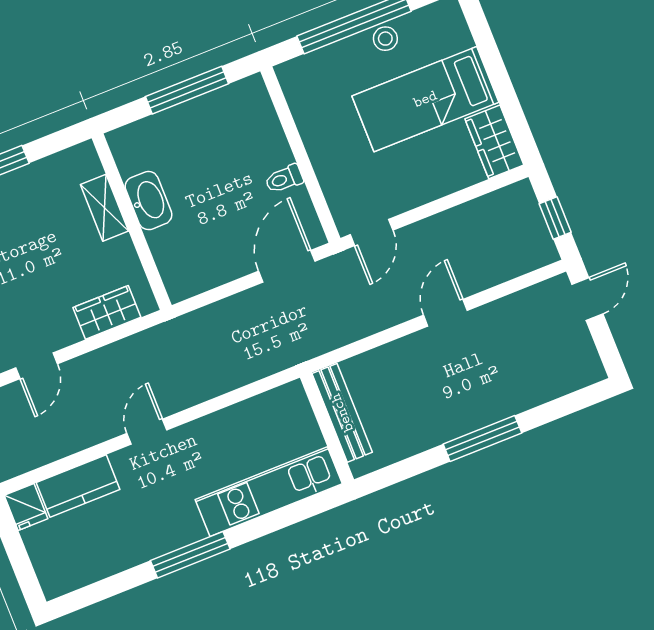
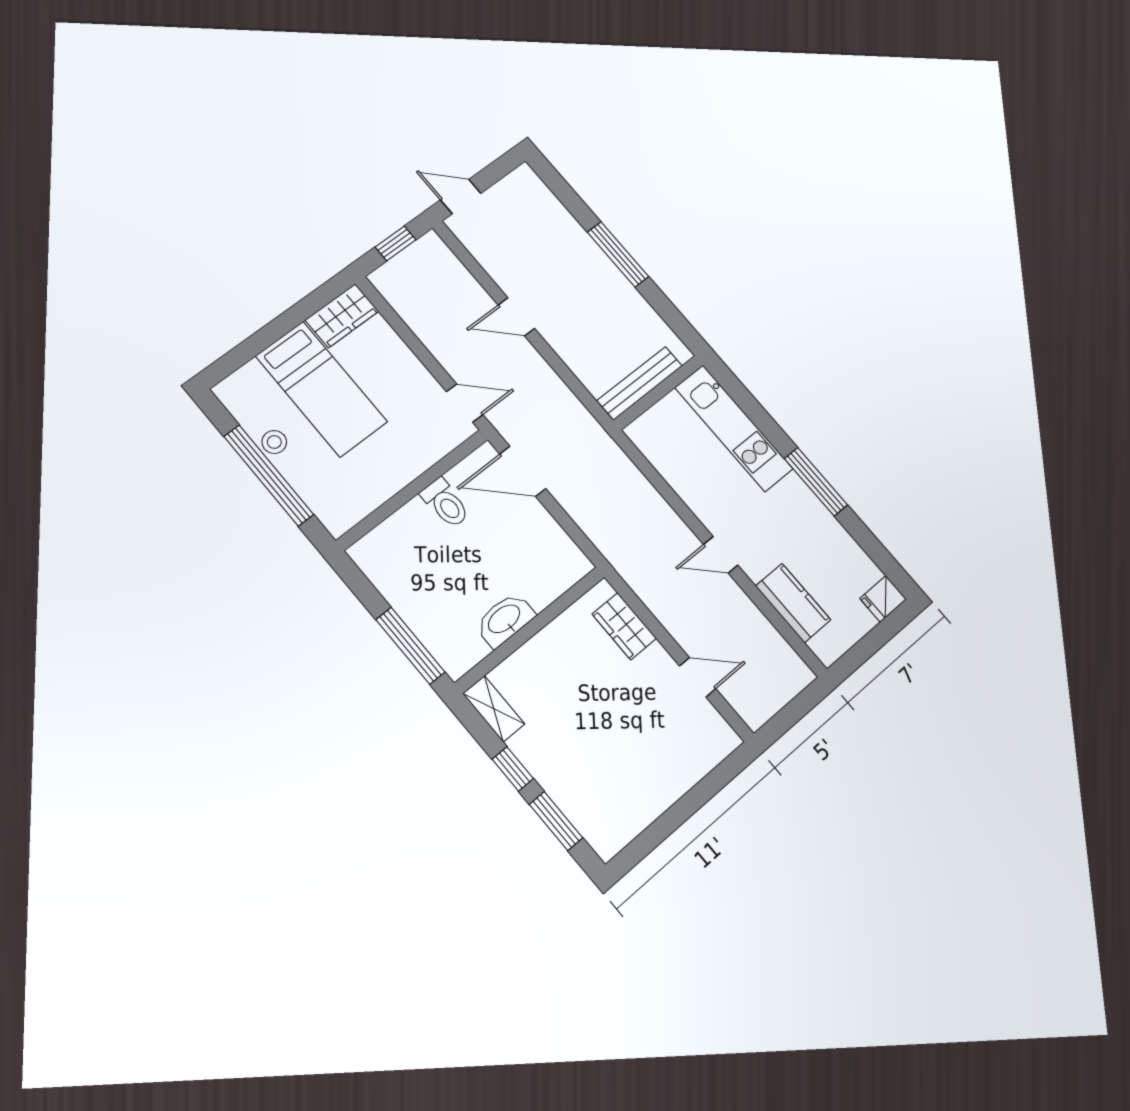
window: (187, 90) -> (410, 646), moved
toilet: (284, 179) -> (445, 503), width x1.37, depth x1.39
shelving: (104, 208) -> (494, 709), moved, turned 90
fridge: (26, 507) -> (883, 599), moved, turned 180

